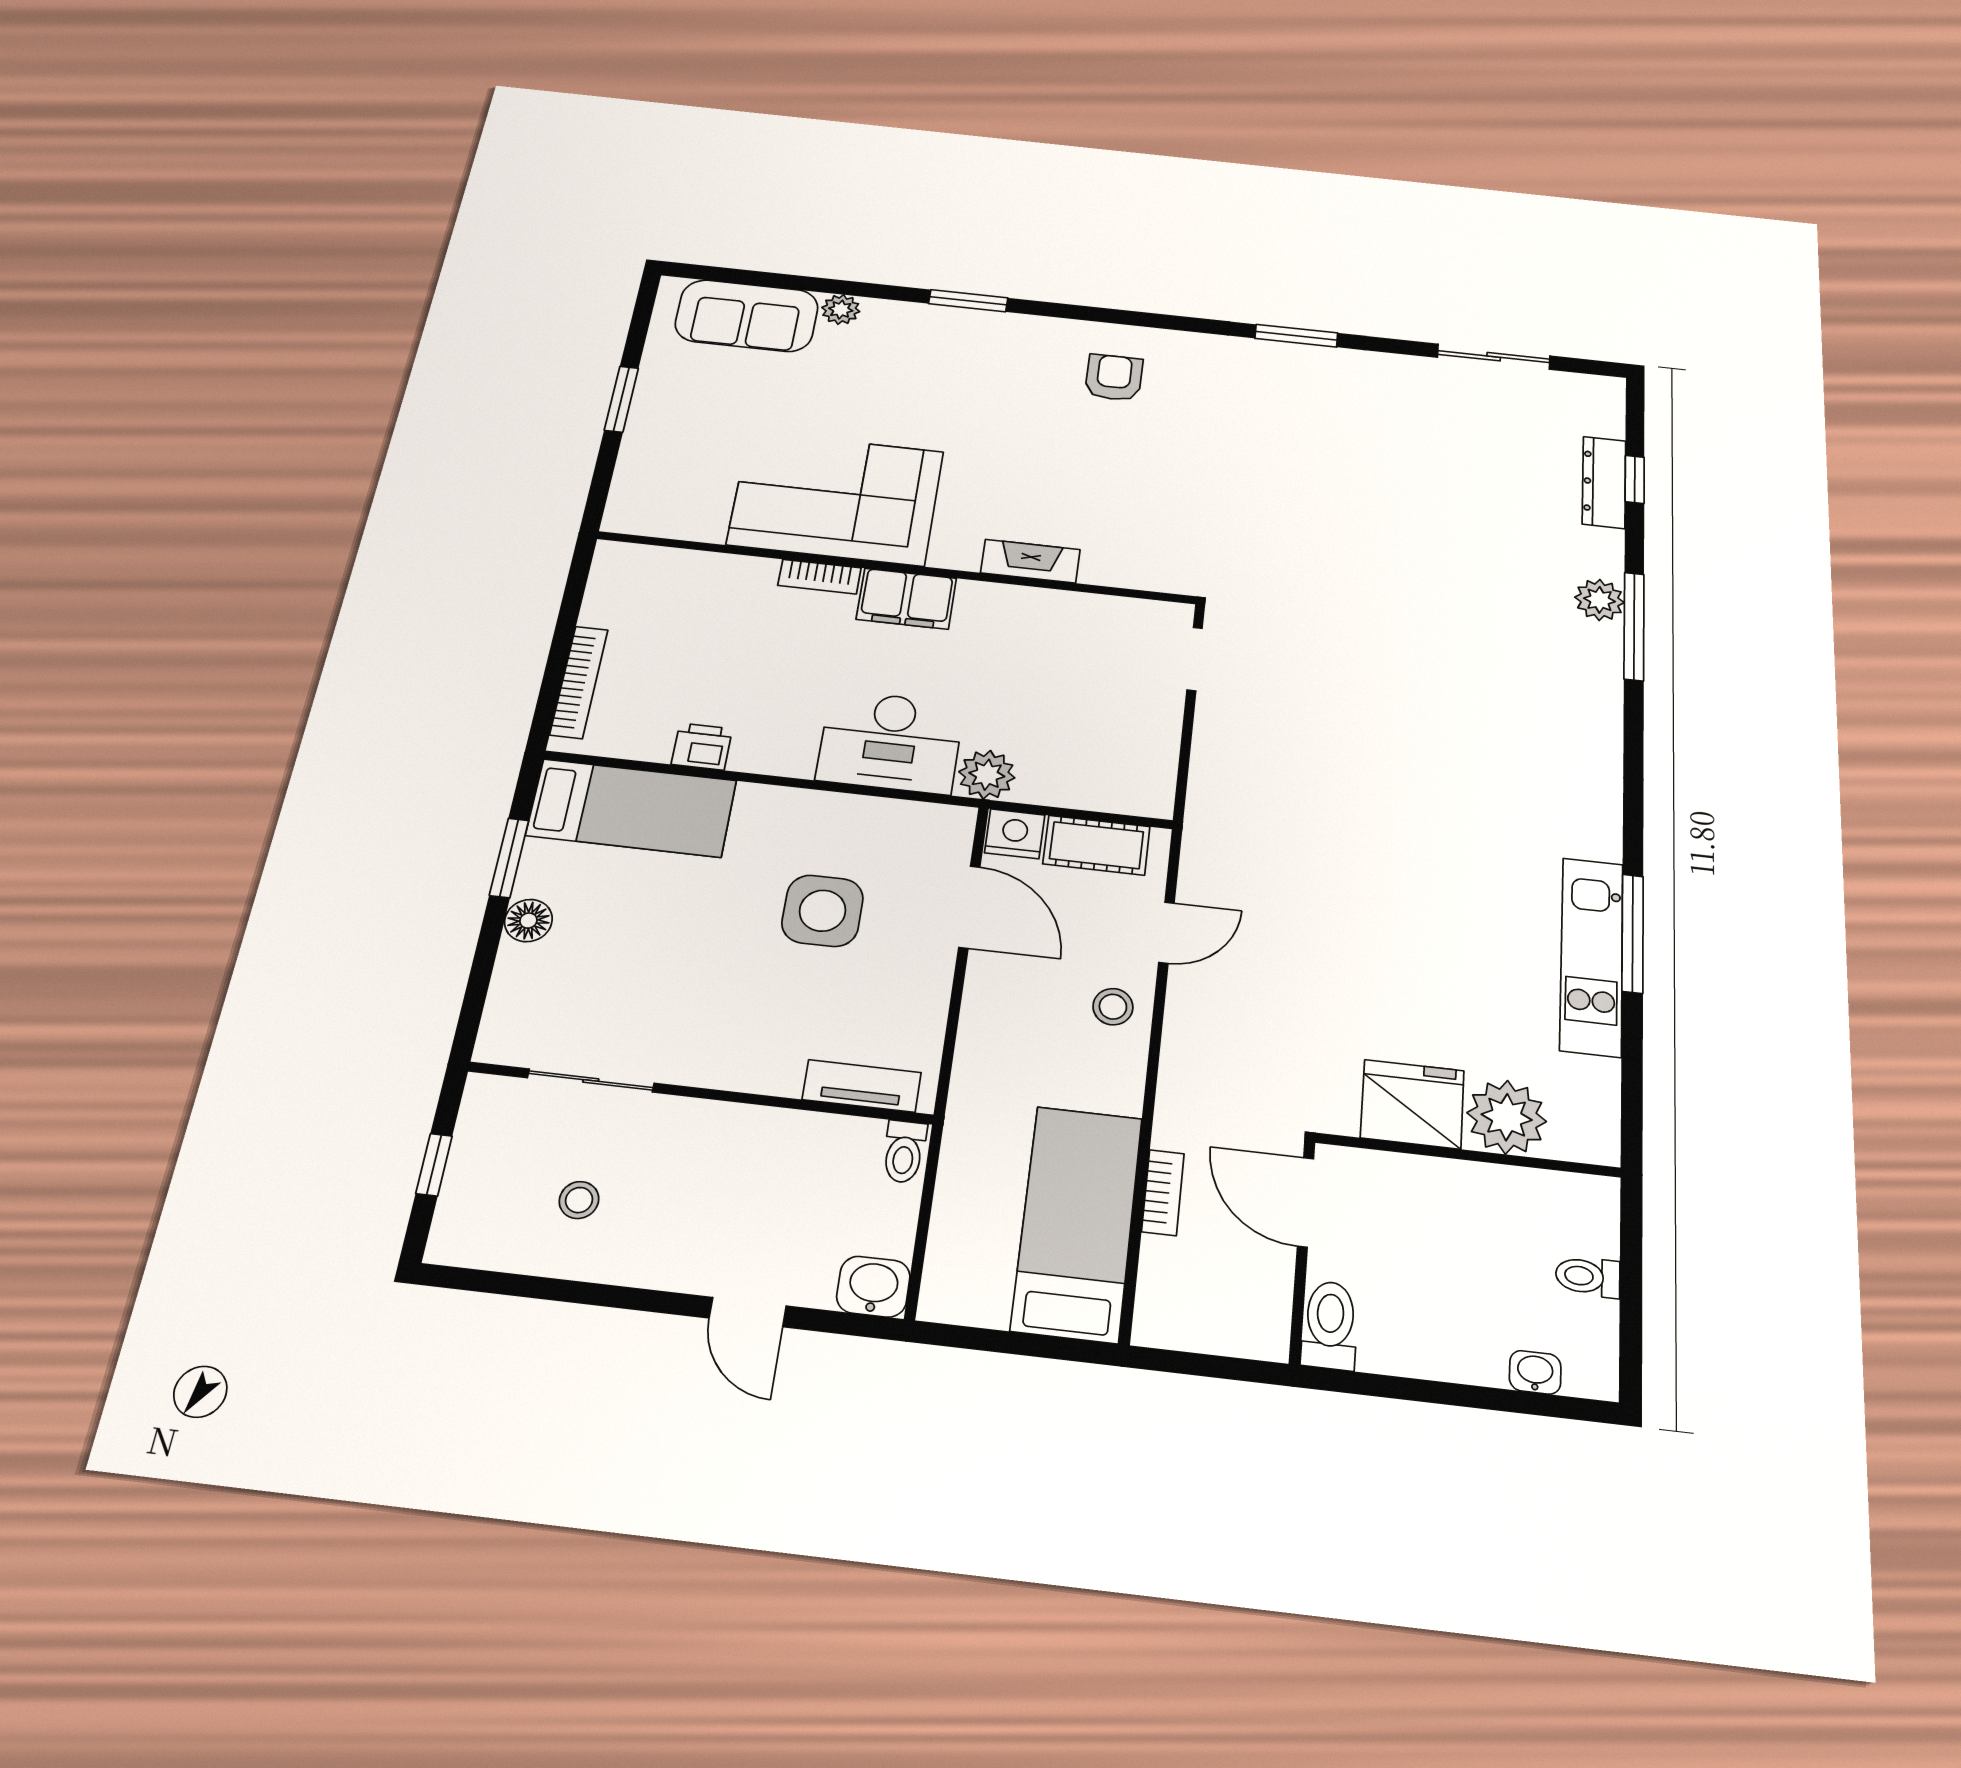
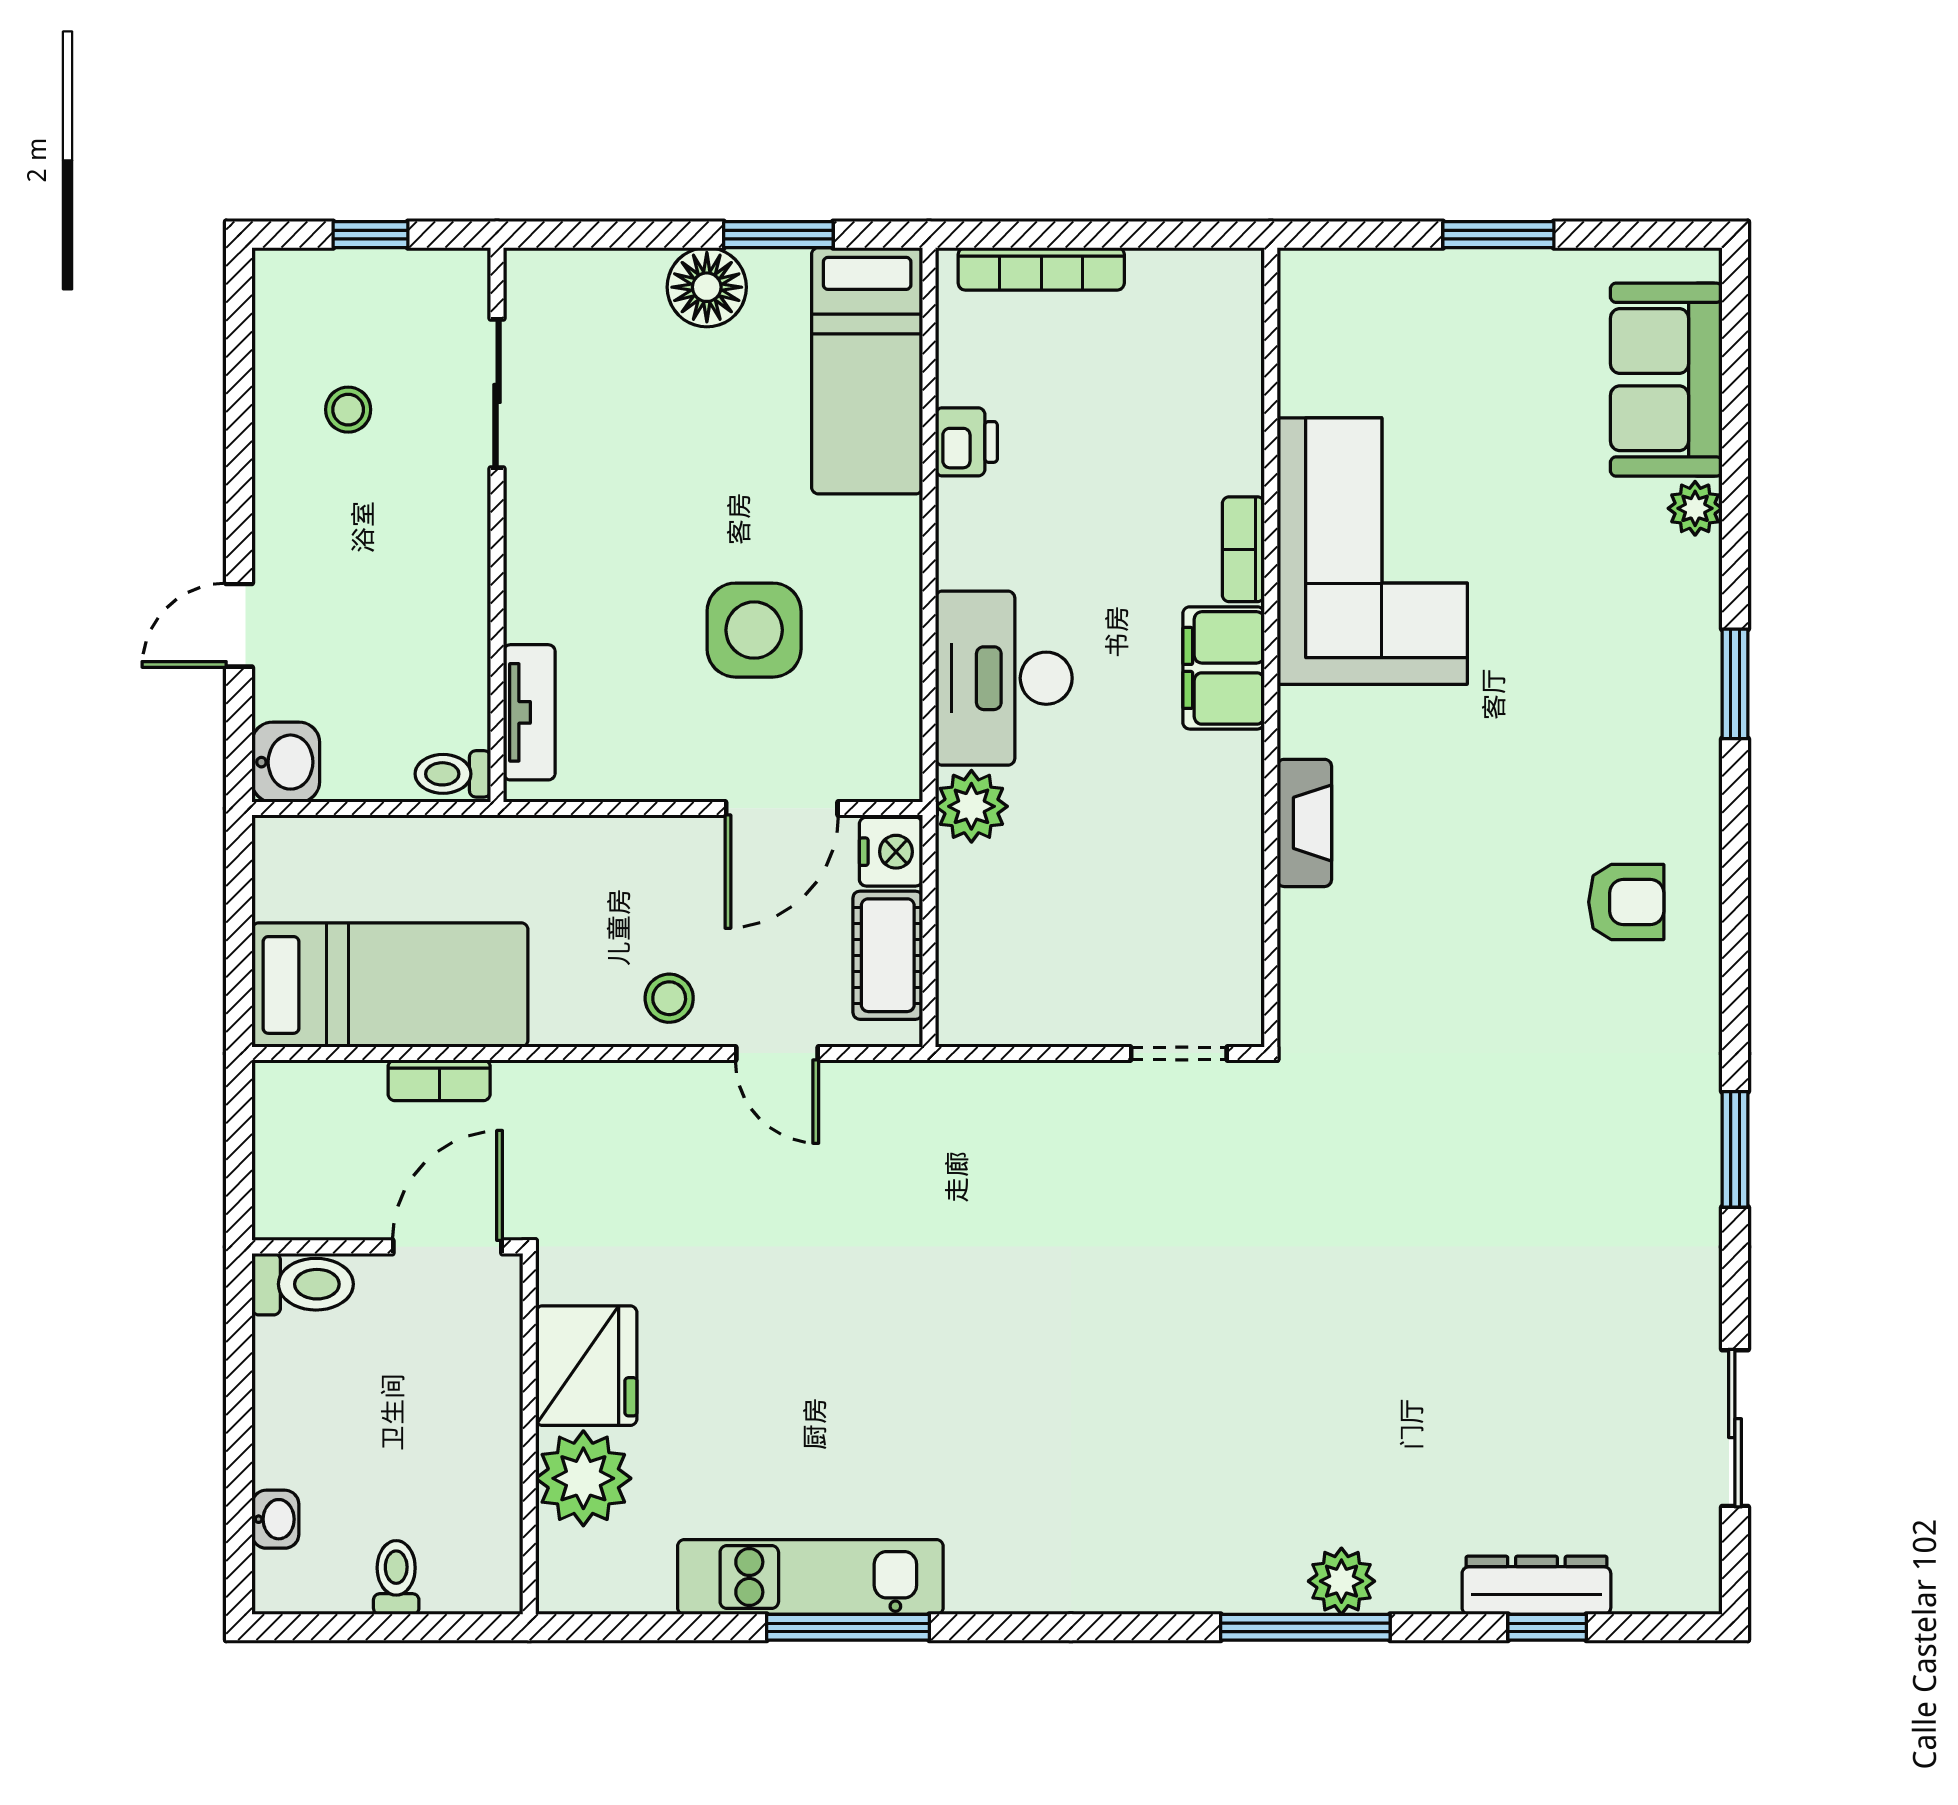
floor lamp: (528, 921) -> (707, 287), width x1.38, depth x1.38

